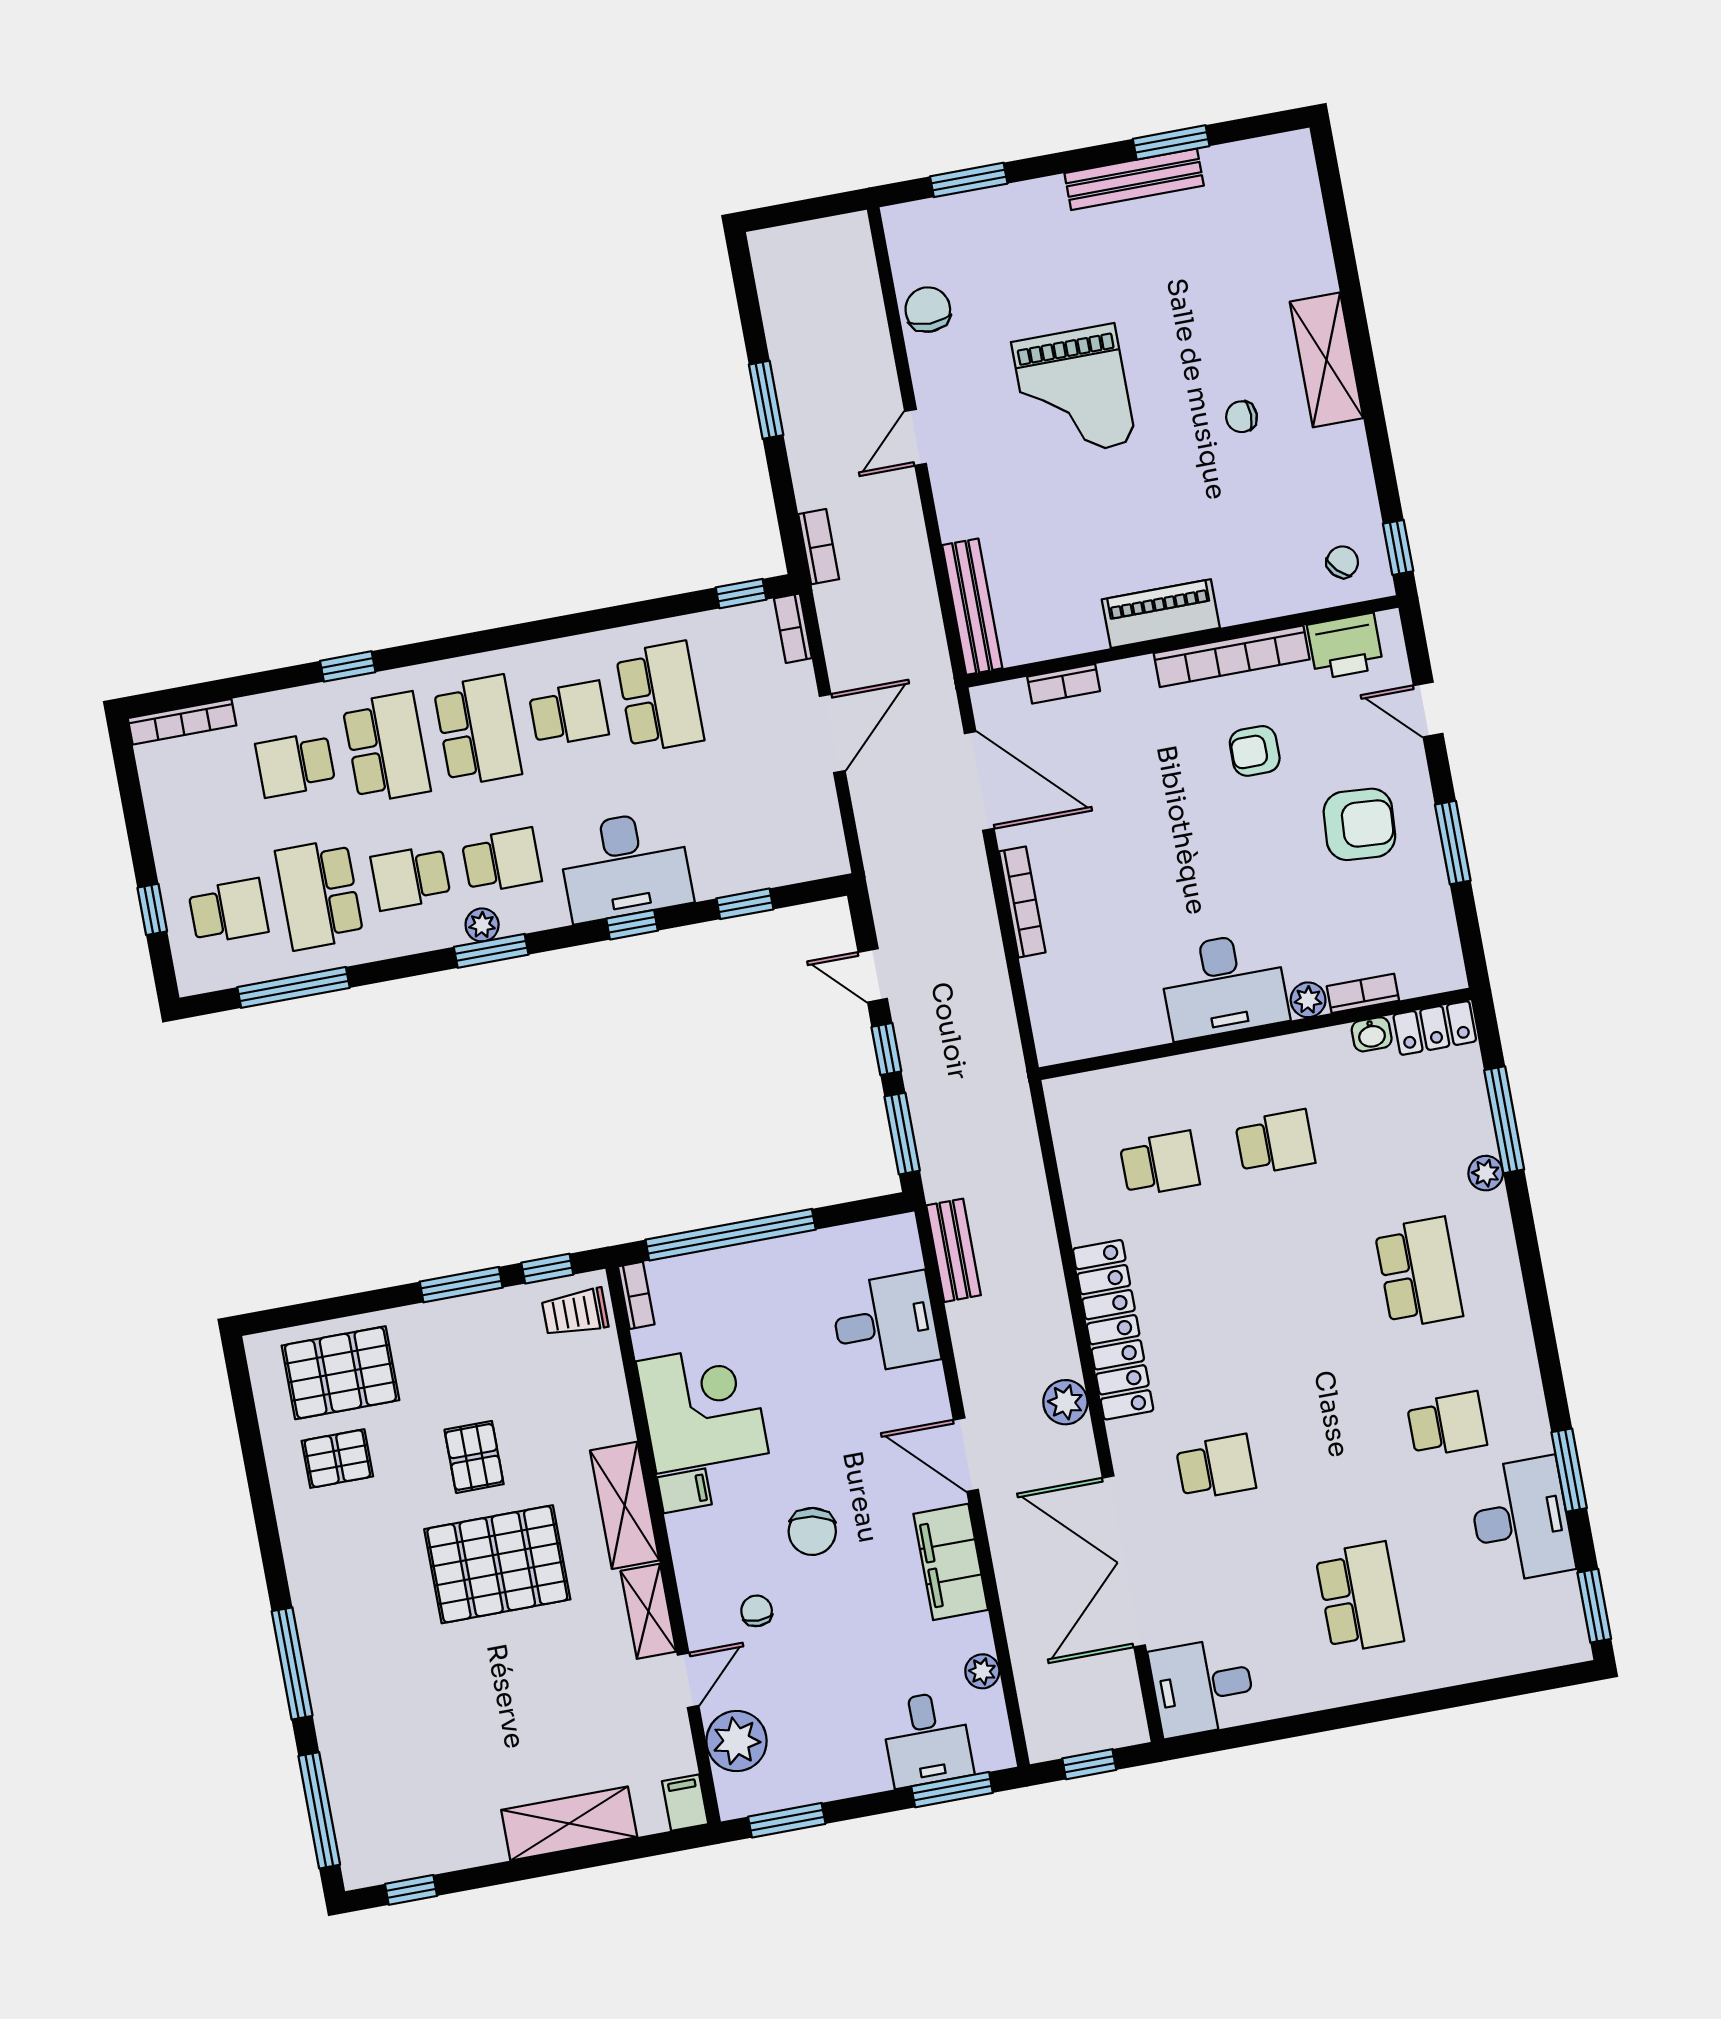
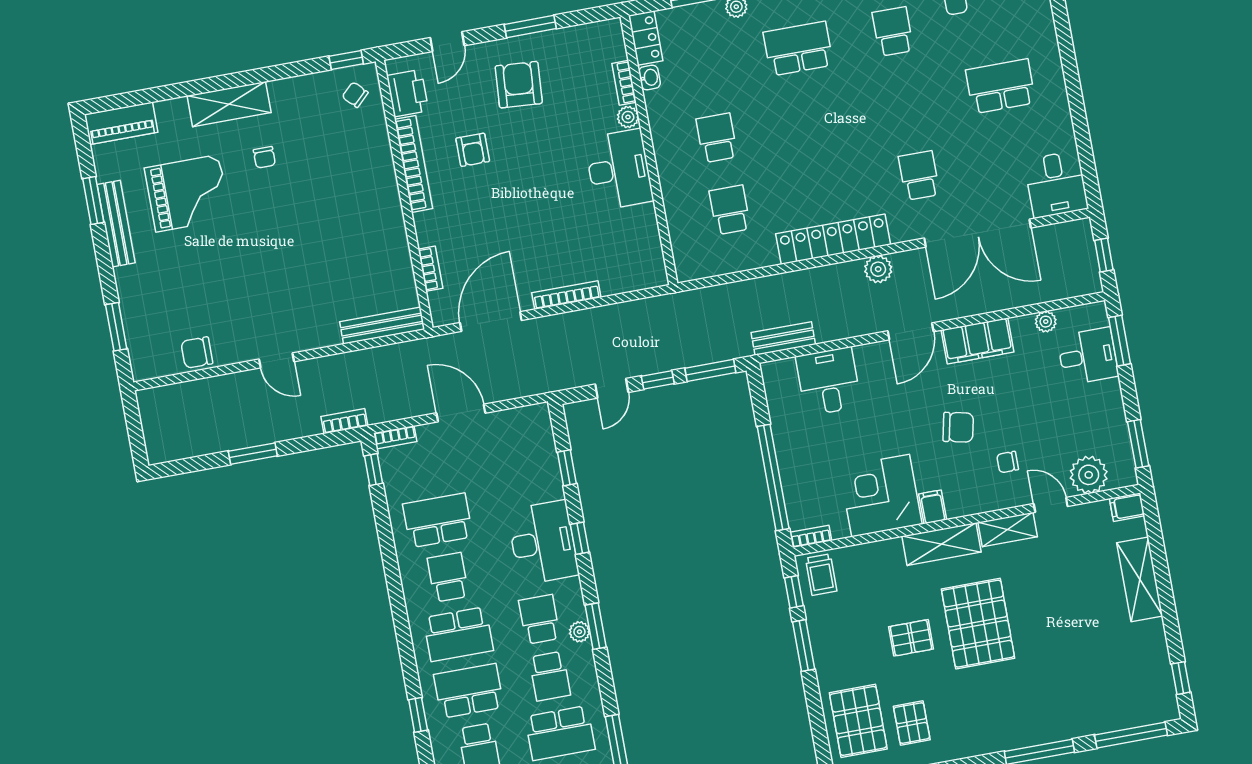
grand piano: (1074, 392) -> (187, 193), moved
piano: (1161, 614) -> (121, 123), moved, turned -90
school desk: (478, 731) -> (458, 634), turned 180

